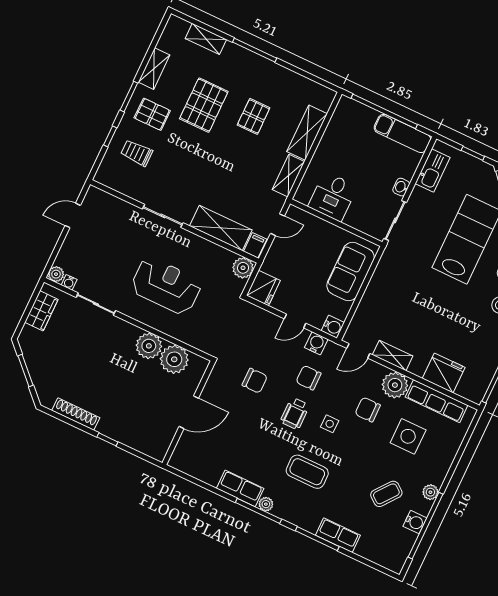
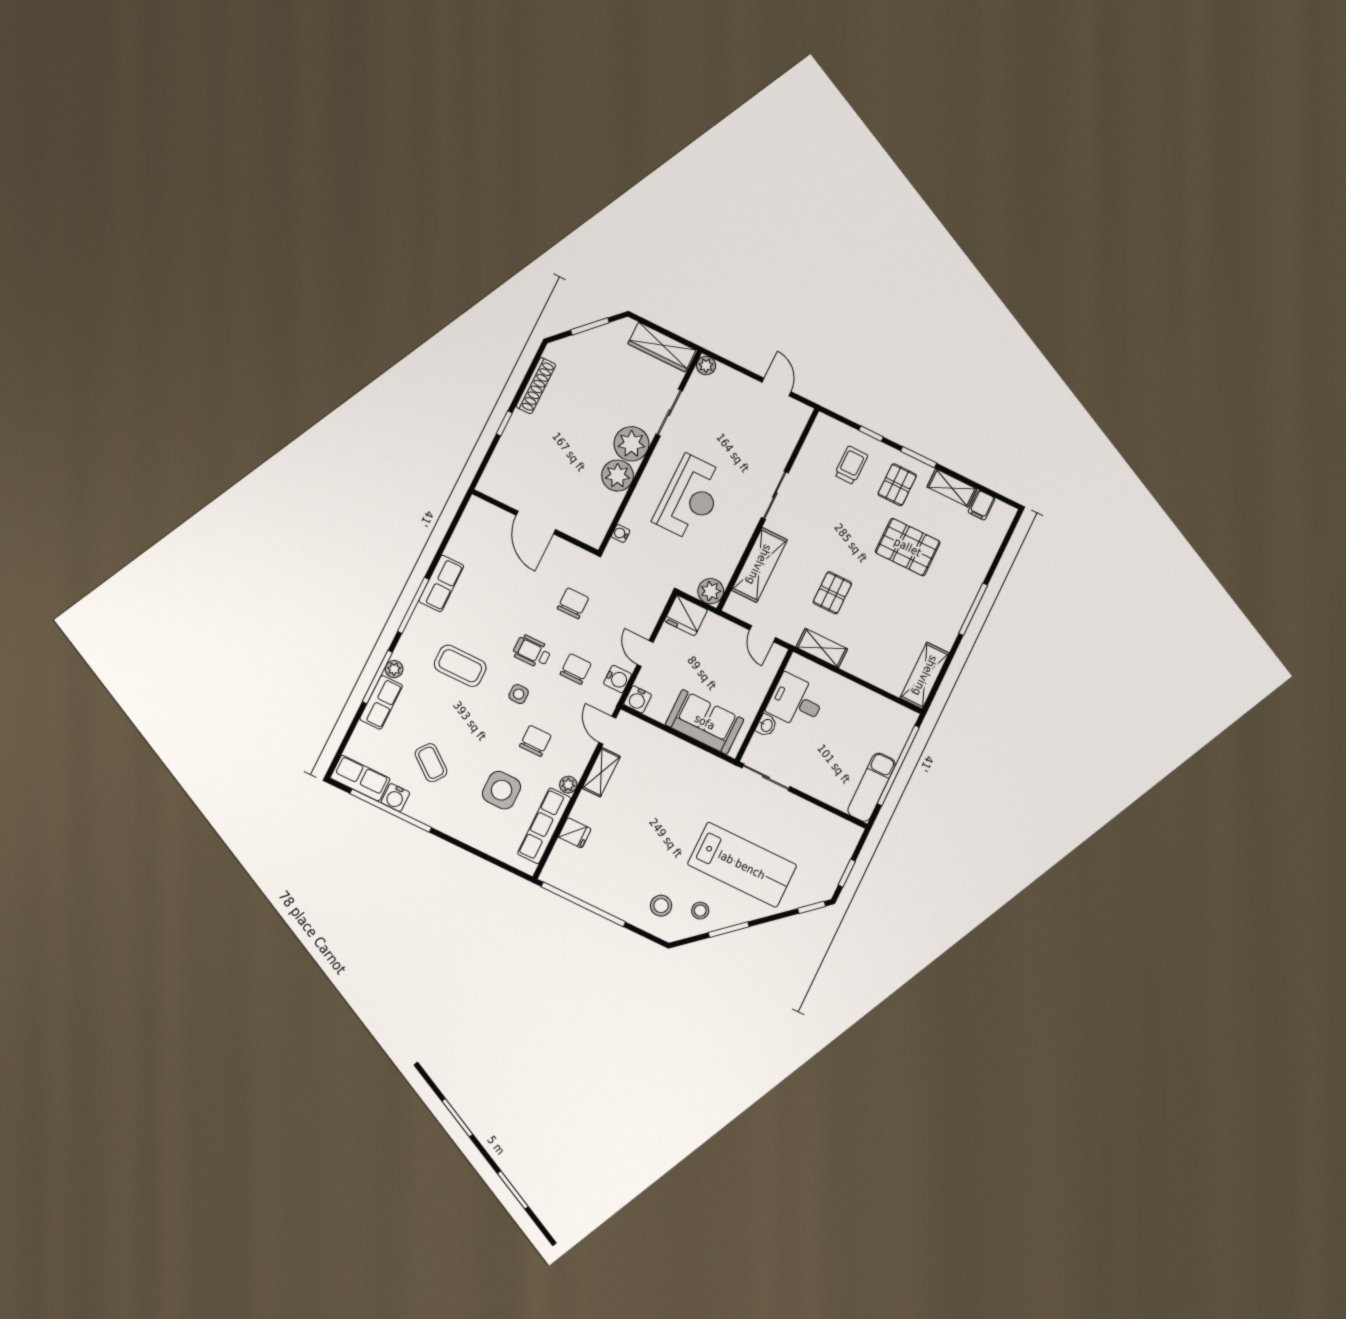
shelving: (206, 39) -> (987, 551), removed
pallet: (254, 116) -> (832, 593), moved, turned 90
shelving: (307, 133) -> (925, 676), moved, turned 90
kitchen sink: (433, 171) -> (826, 824), removed
washbasin: (401, 187) -> (766, 725), moved, turned 90
filing cabinet: (255, 245) -> (982, 505), moved, turned 90
water cooler: (69, 282) -> (621, 534), moved
wardrobe: (41, 311) -> (662, 347), width x1.50
plant: (174, 359) -> (631, 444), moved
fridge: (444, 373) -> (575, 833), width x0.53, depth x0.75
chair: (255, 381) -> (573, 603), turned 180
plant: (395, 385) -> (568, 785), width x0.53, depth x0.53
coffee table: (307, 472) -> (460, 666), turned 90
plant: (430, 492) -> (432, 817), removed
plant: (266, 504) -> (394, 669), moved
row of seats: (400, 551) -> (360, 778), added

